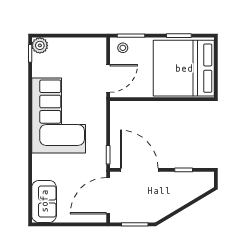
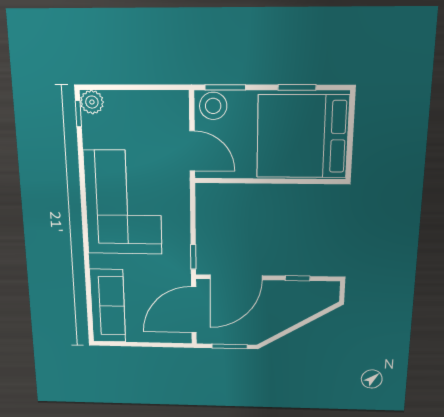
stool: (123, 48) -> (213, 106), width x1.89, depth x1.89
door: (108, 78) -> (192, 151), hinge flipped
door: (139, 170) -> (236, 277), swing flipped
sofa: (44, 201) -> (108, 306), width x1.36

